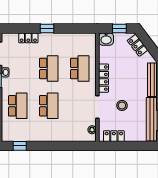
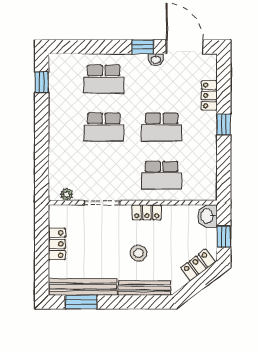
locker: (104, 78) -> (147, 212), width x0.66
stool: (122, 105) -> (138, 253), moved
locker: (114, 136) -> (57, 244), moved

